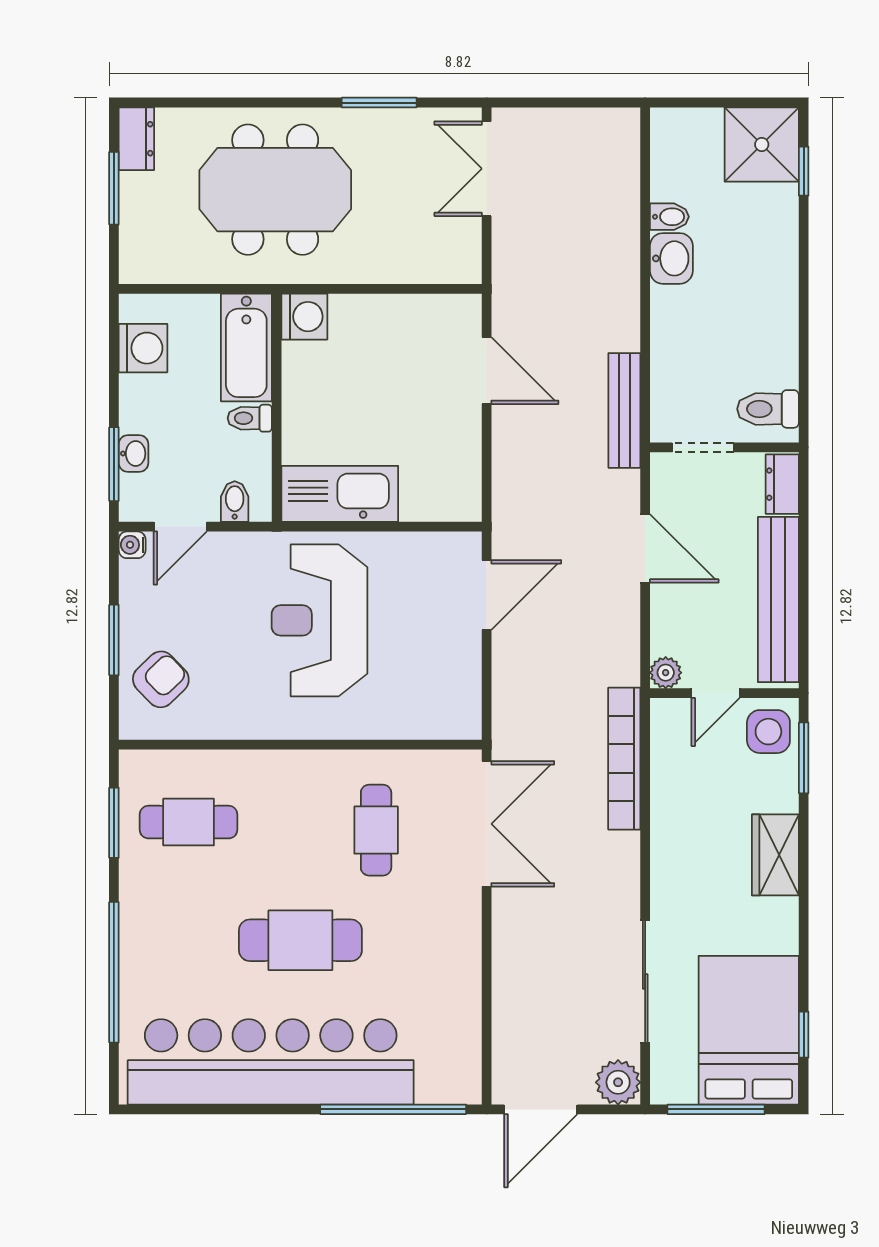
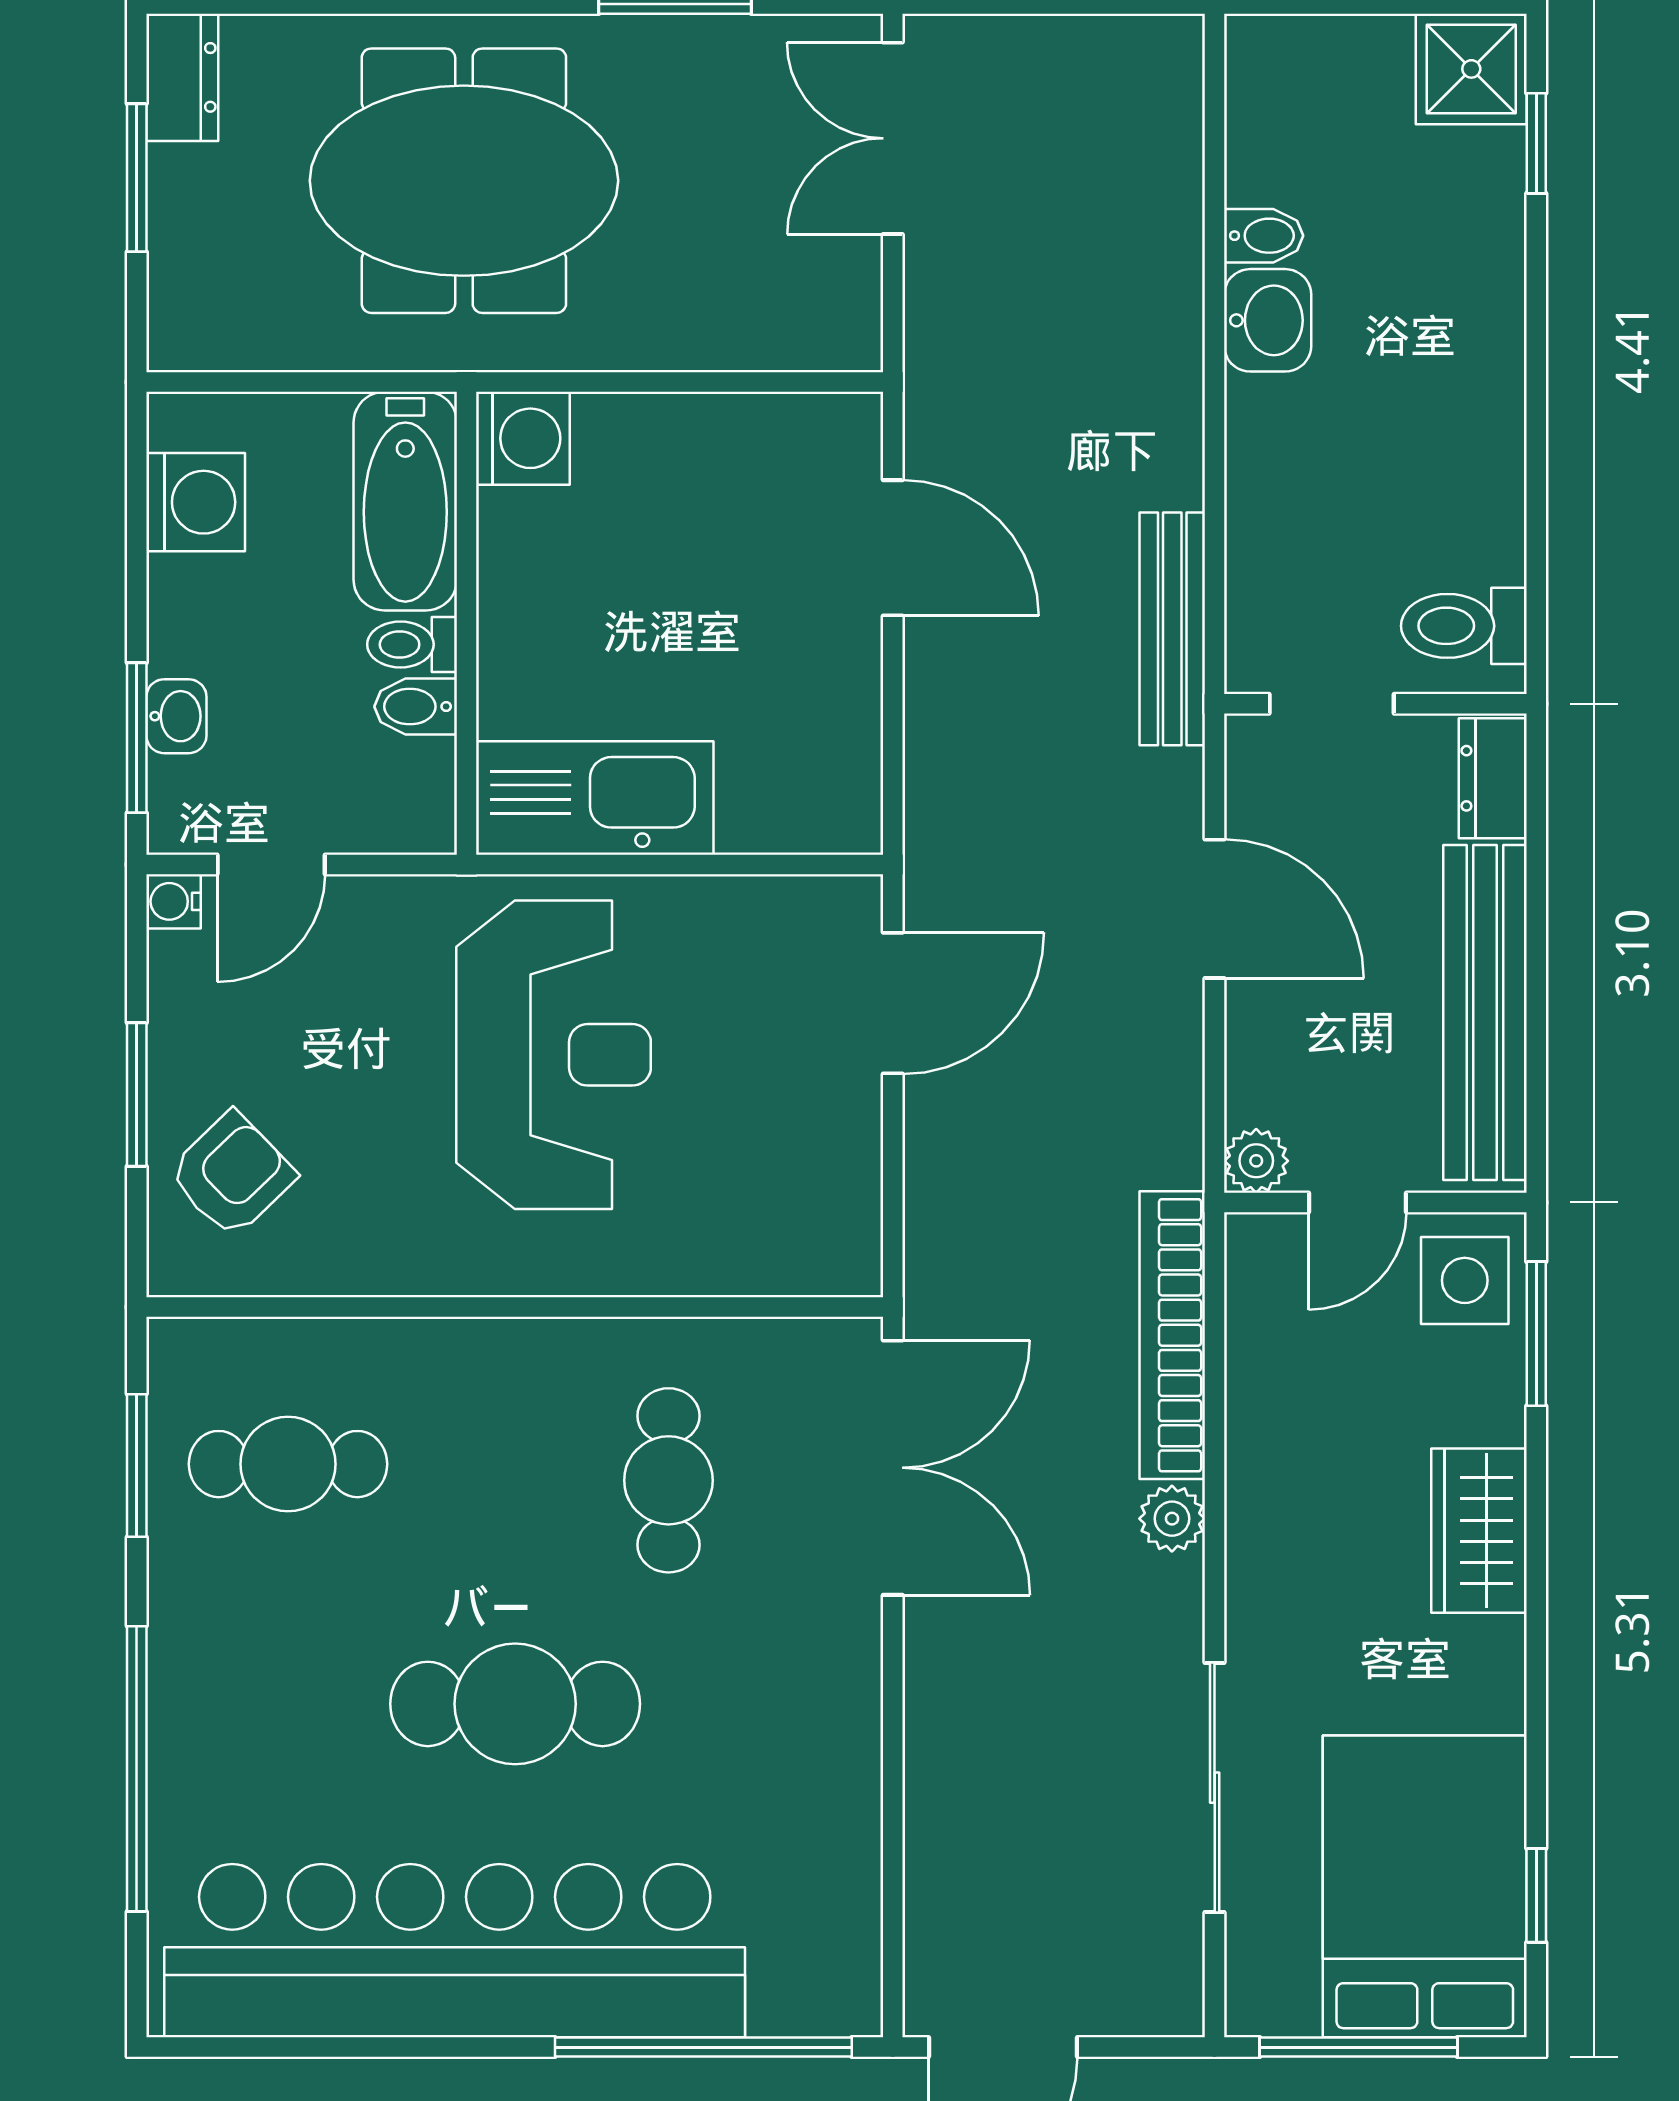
shower: (762, 144) -> (1471, 69), width x0.73, depth x0.73
bidet: (235, 502) -> (416, 707), moved, turned -90
reception desk: (319, 620) -> (554, 1055), turned 180
plant: (618, 1082) -> (1172, 1519), moved, width x0.73, depth x0.73

